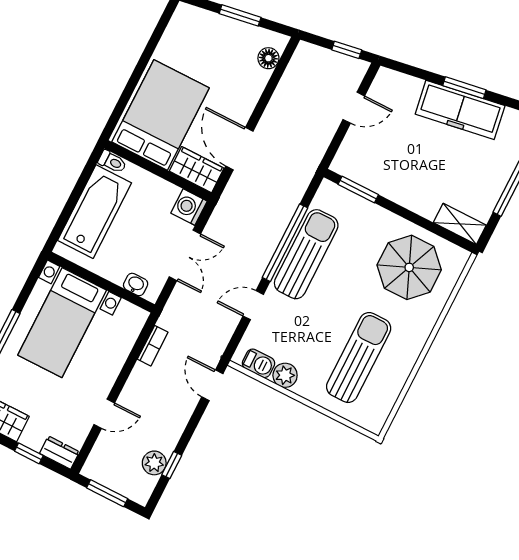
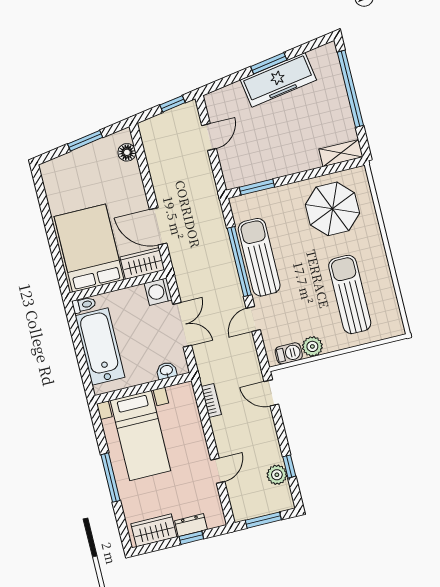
dresser: (60, 453) -> (191, 525), moved

